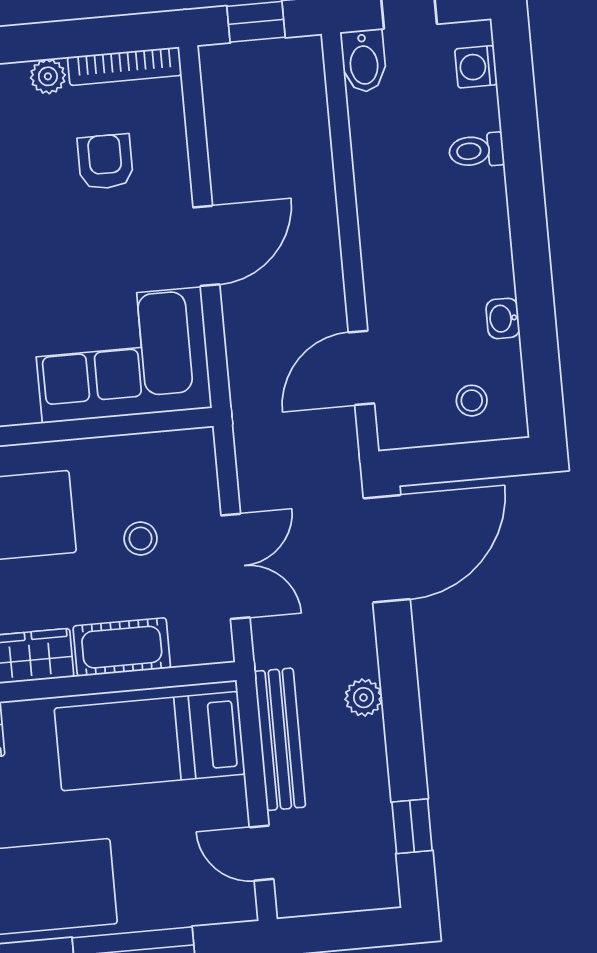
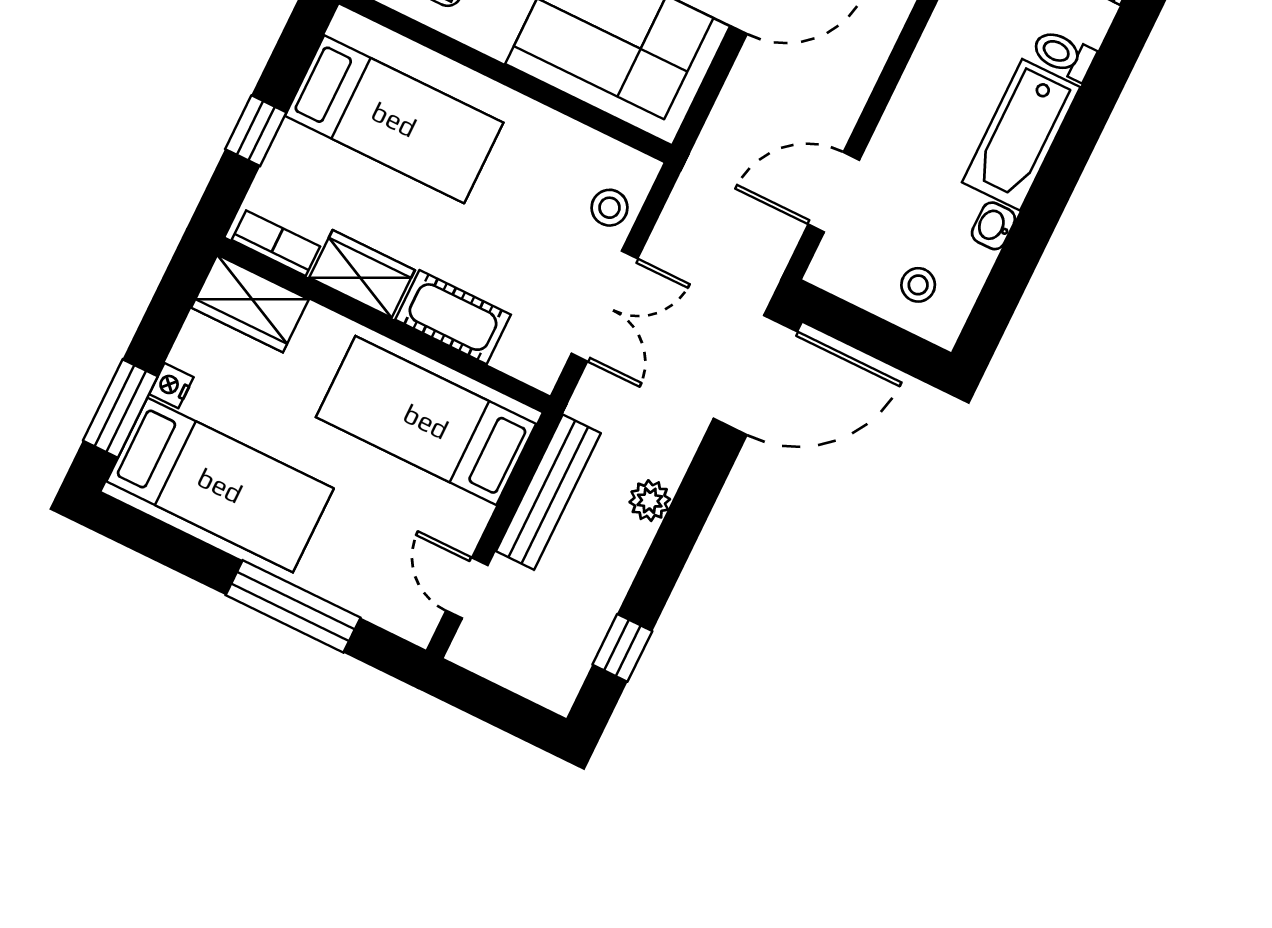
bathtub: (481, 234) -> (1021, 135), added
stool: (141, 539) -> (610, 208), moved

